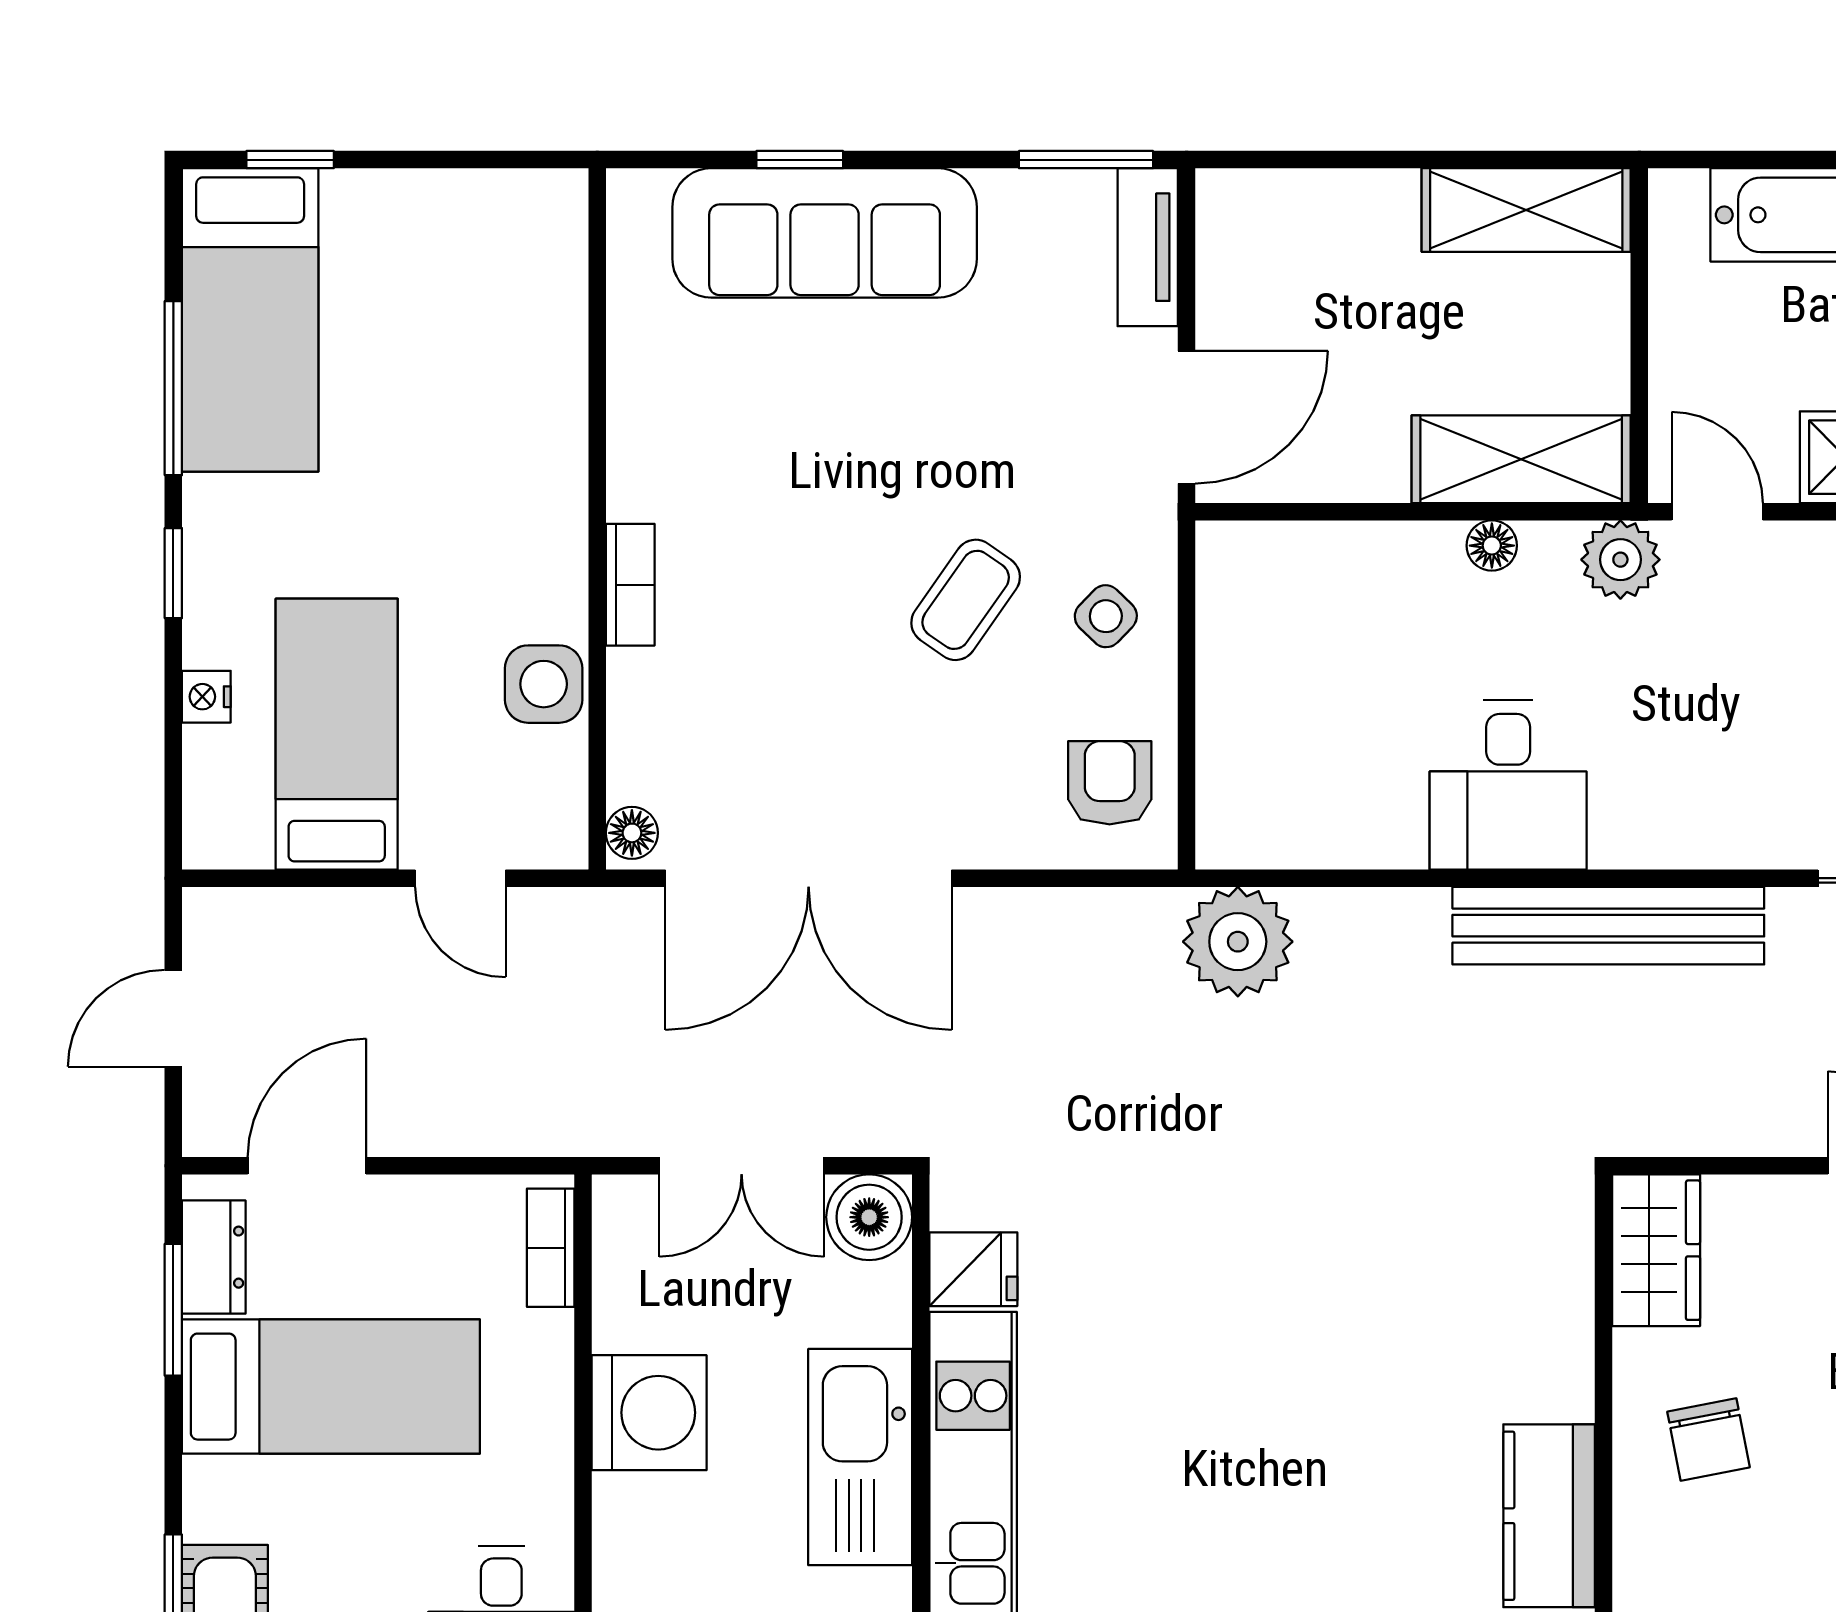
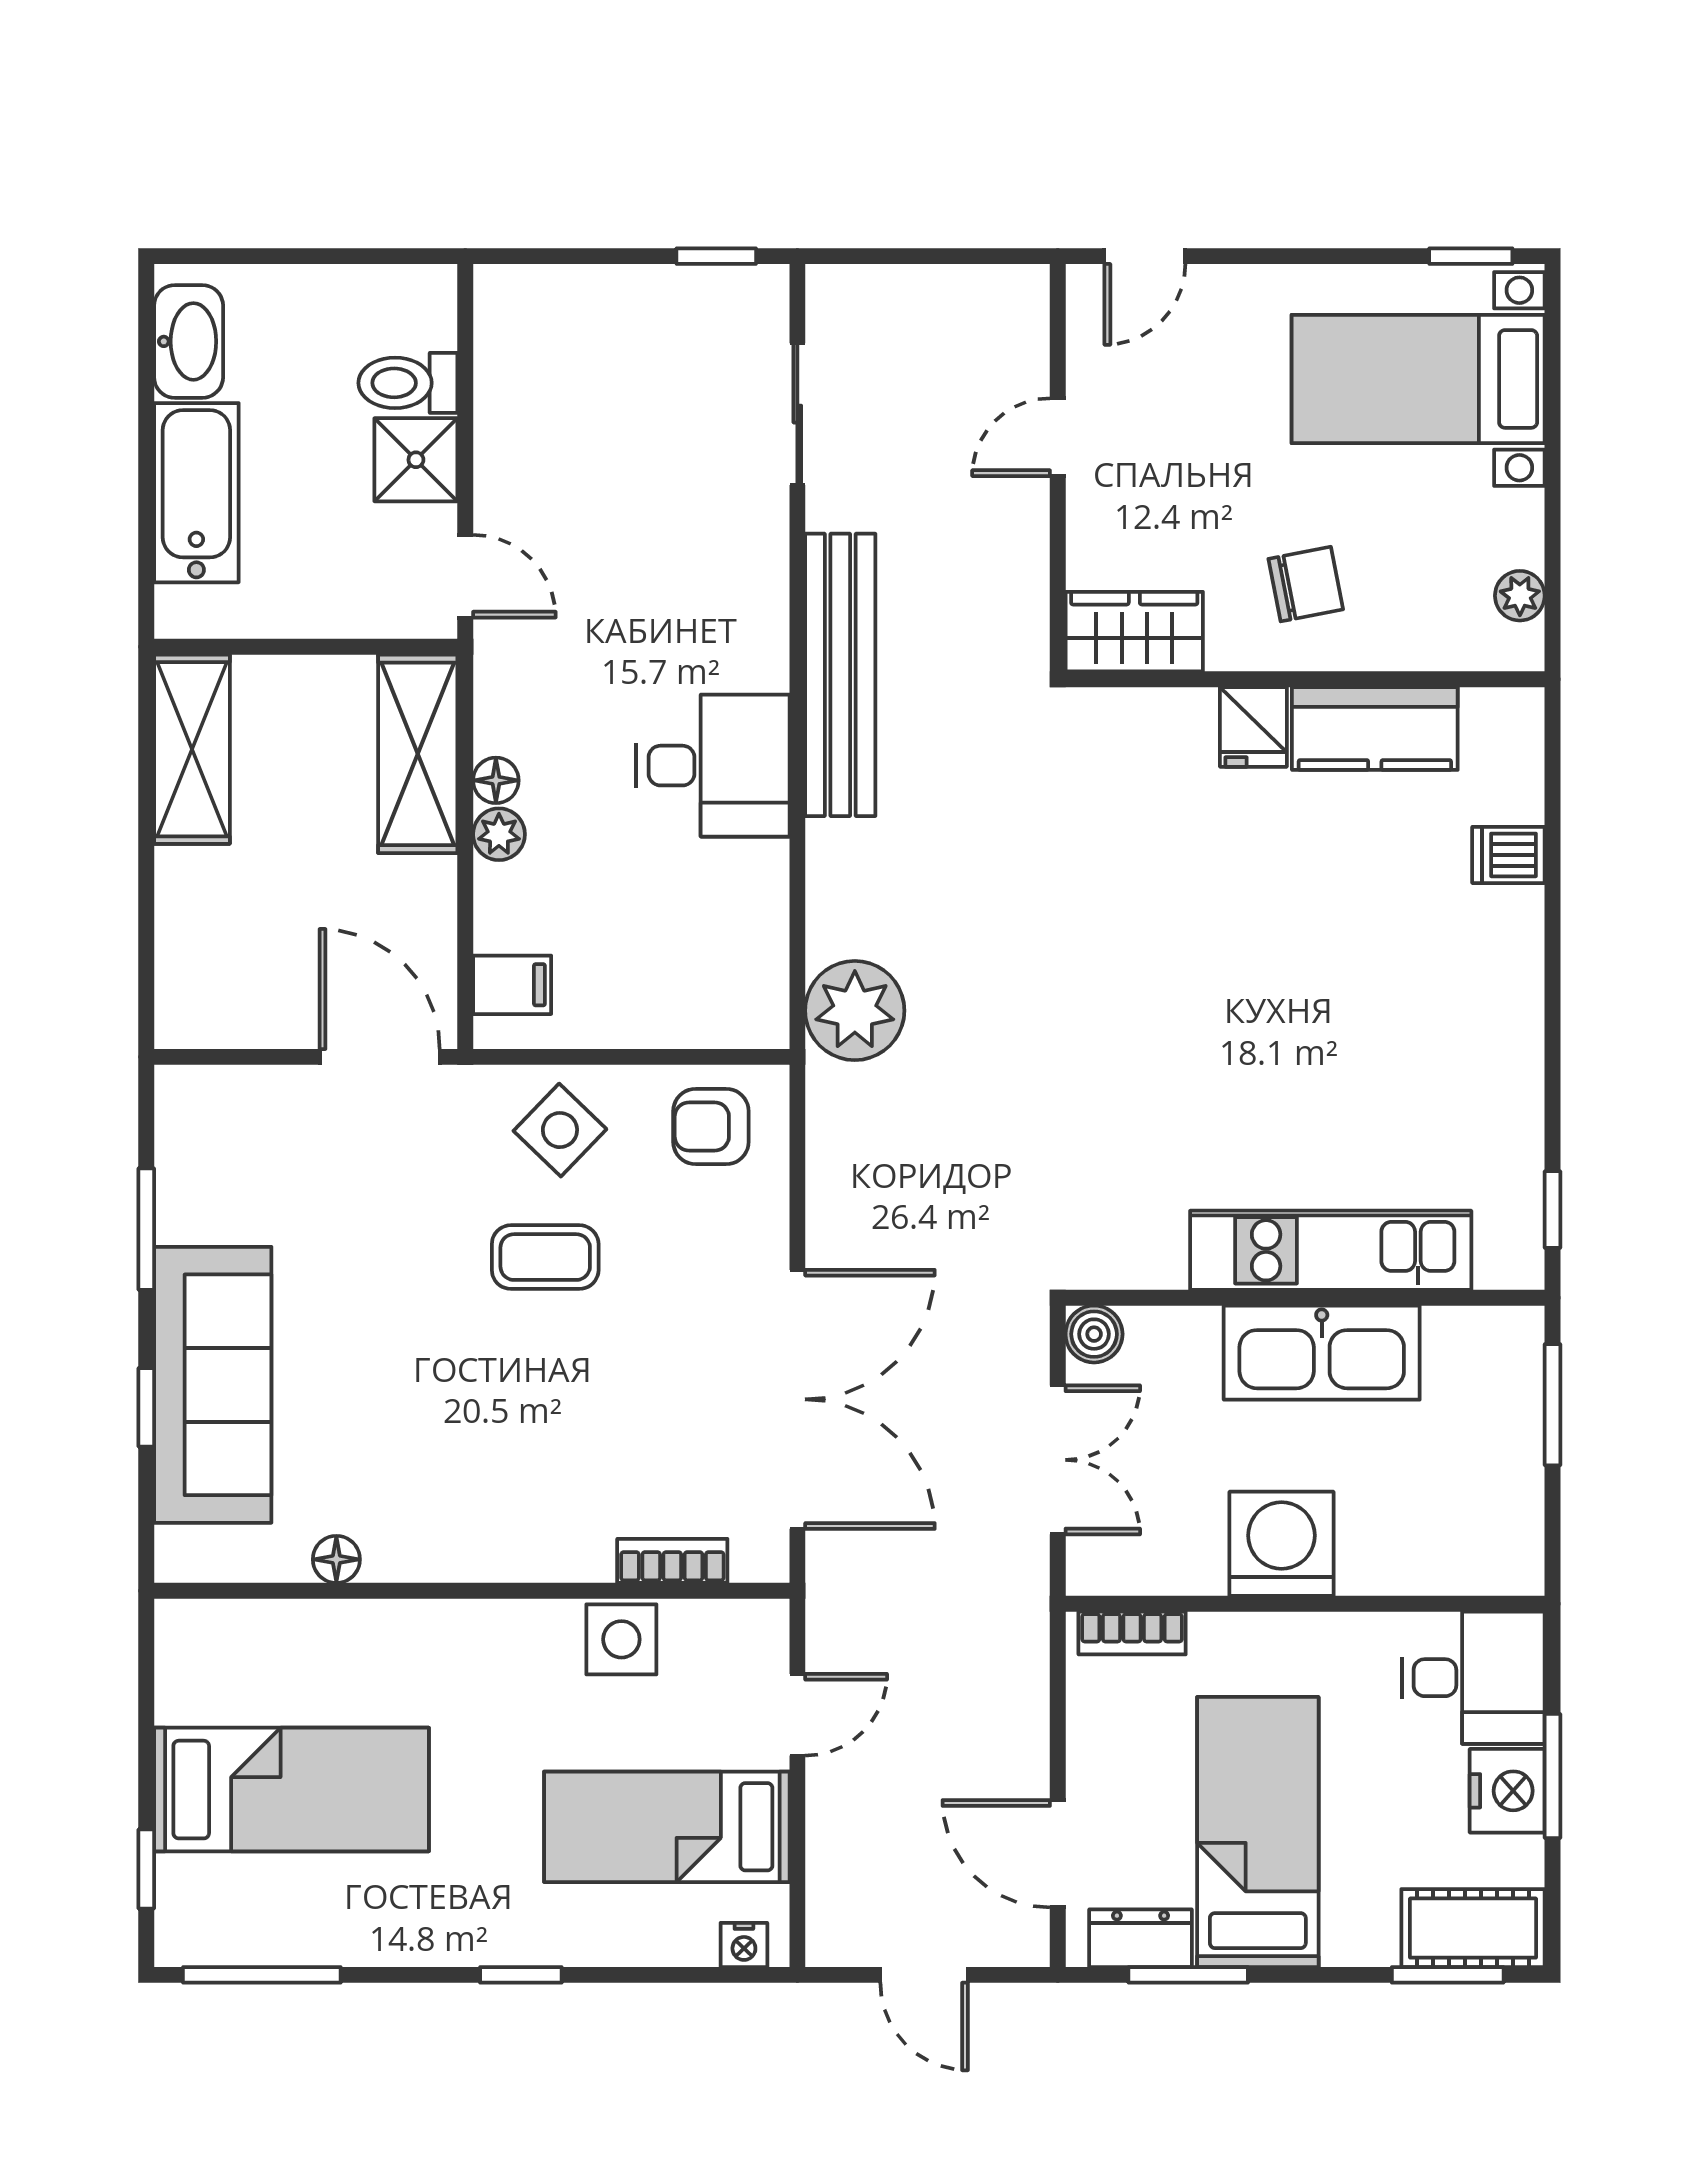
window: (1086, 160) -> (146, 1229), moved
tv unit: (1148, 247) -> (226, 1092), removed
bed: (250, 320) -> (291, 1790), moved
window: (173, 388) -> (262, 1975), moved
door: (1717, 512) -> (465, 576), swing flipped
plant: (1620, 560) -> (499, 834), moved, width x0.73, depth x0.73
filing cabinet: (1266, 563) -> (512, 985), added
bookcase: (630, 585) -> (672, 1561), moved
coffee table: (966, 600) -> (545, 1257), turned -35
side table: (1106, 616) -> (560, 1130), width x1.37, depth x1.37
nightstand: (206, 697) -> (744, 1945), moved
floor lamp: (632, 833) -> (336, 1559), moved
boiler: (869, 1217) -> (1094, 1334), width x0.73, depth x0.73
fridge: (973, 1269) -> (1253, 727), moved, turned 180

